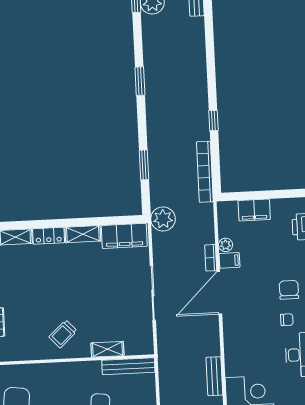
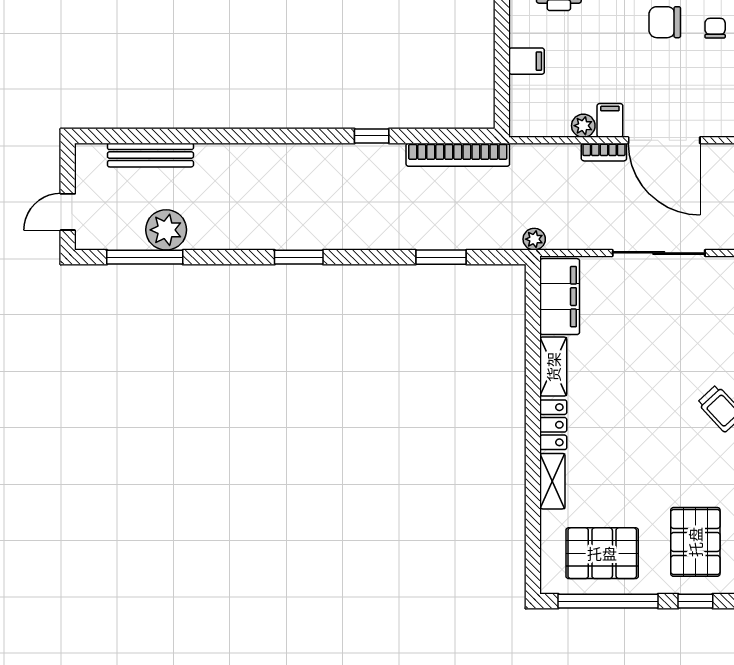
filing cabinet: (254, 210) -> (527, 61), width x0.50
plant: (163, 219) -> (534, 239), width x0.53, depth x0.53

